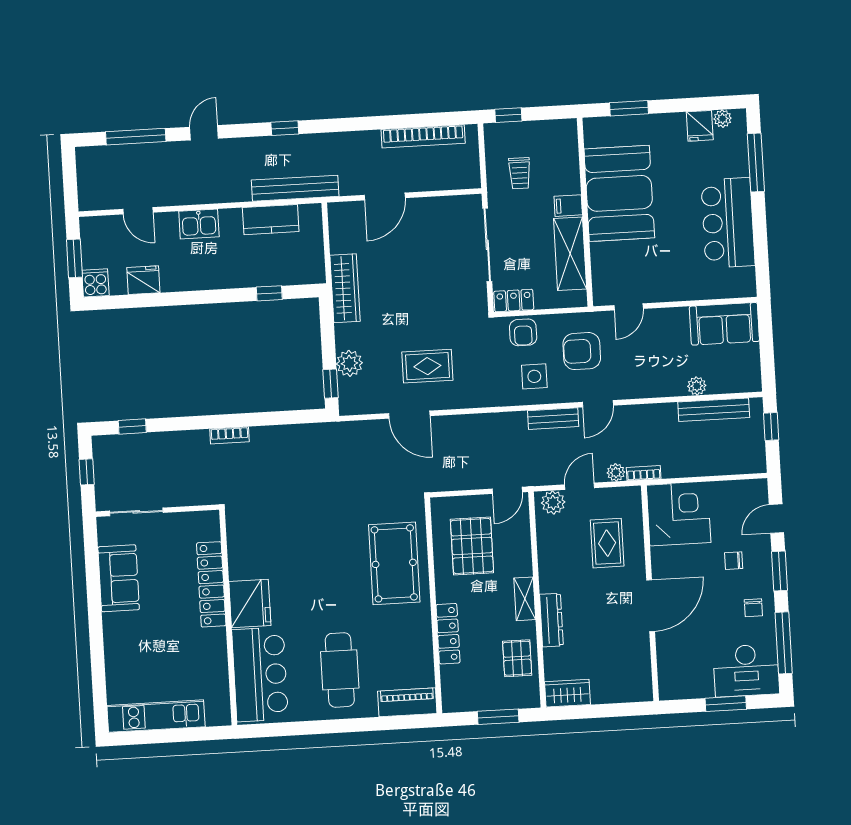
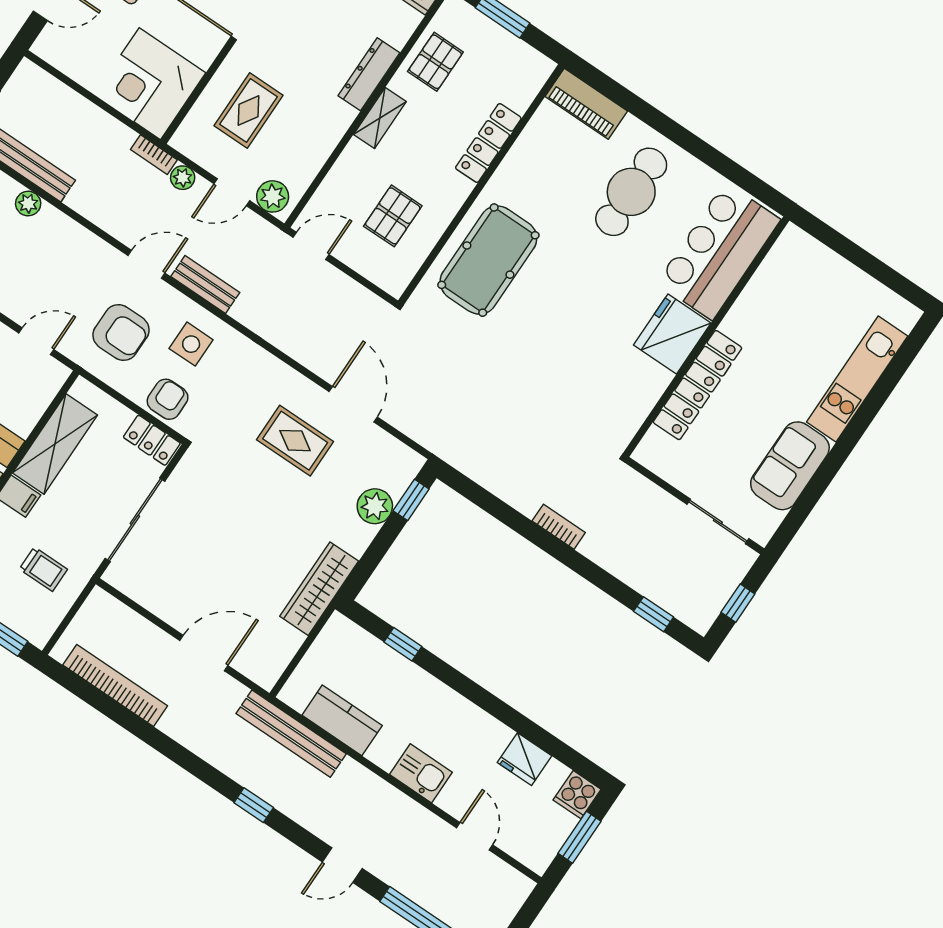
trolley: (520, 173) -> (43, 569), turned 90
pallet: (472, 546) -> (393, 216), width x0.67, depth x0.71
kitchen unit: (156, 716) -> (857, 379), moved, turned 90

